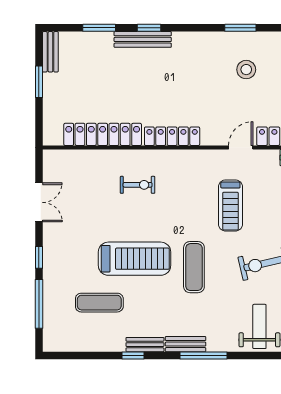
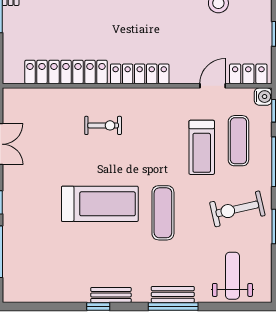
exercise mat: (99, 303) -> (238, 141), moved, turned 90
bench: (186, 344) -> (173, 294), moved

